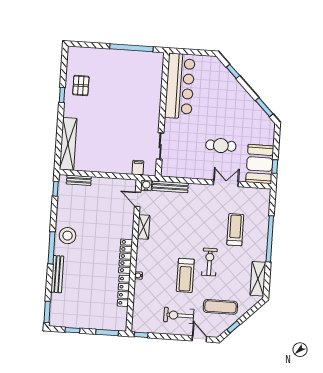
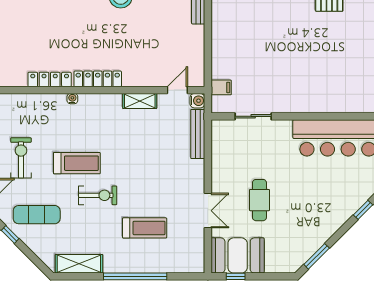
treadmill: (185, 275) -> (77, 163), turned 180
exercise mat: (220, 307) -> (37, 215), turned 90

